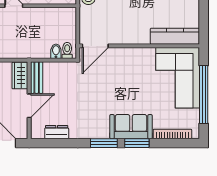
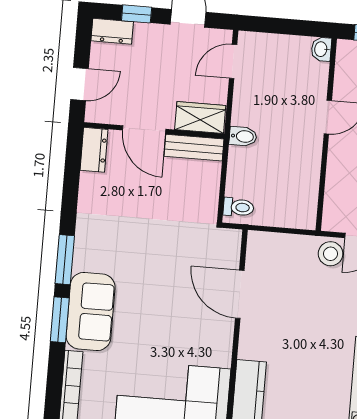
door: (95, 46) -> (240, 294), moved
bidet: (56, 51) -> (243, 136), moved
dresser: (57, 132) -> (94, 150), moved

